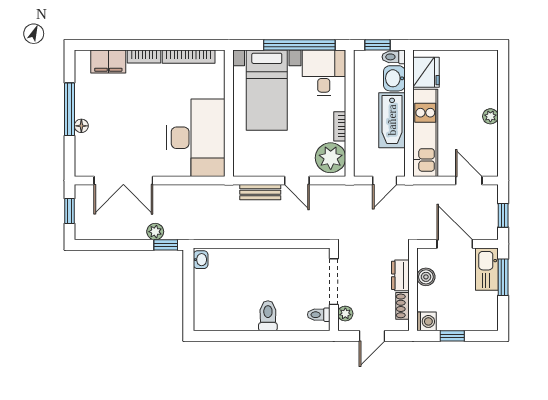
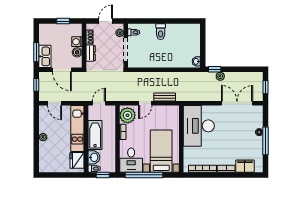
door: (297, 181) -> (145, 103), swing flipped
washing machine: (426, 321) -> (77, 42), moved

